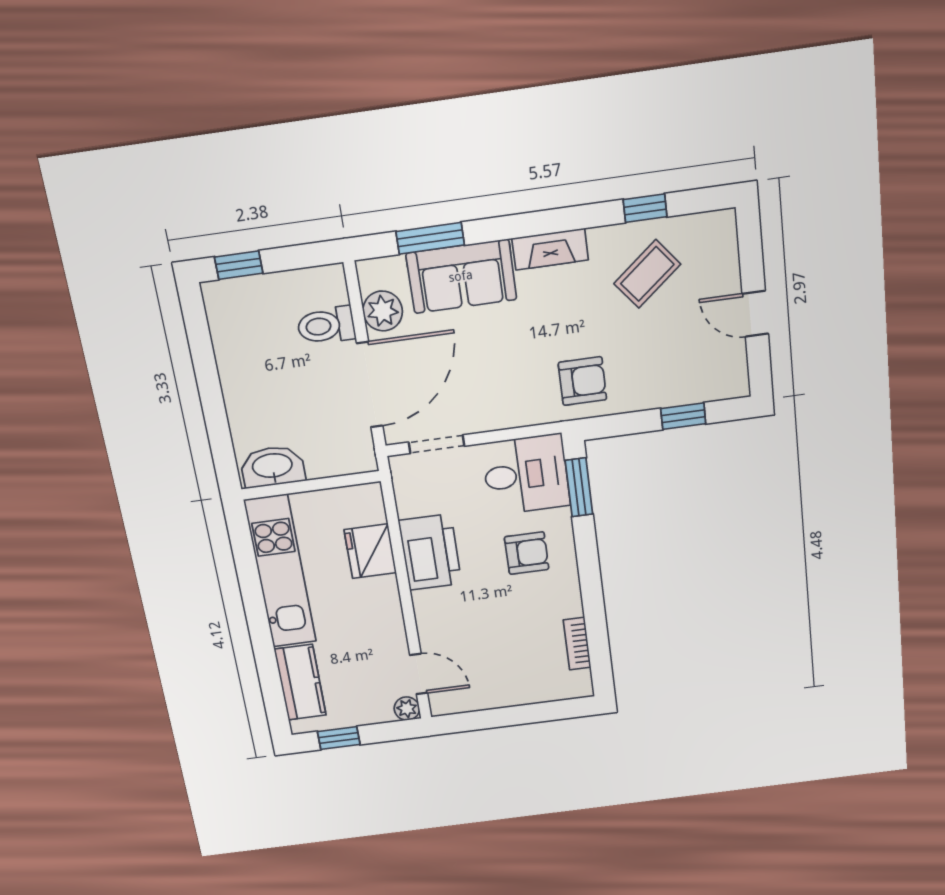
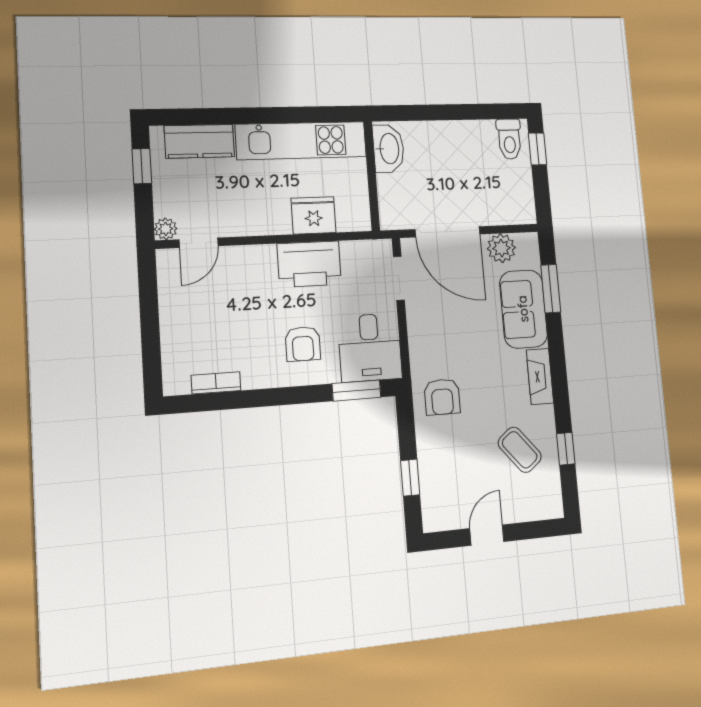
toilet: (326, 326) -> (509, 139), moved, turned 180

